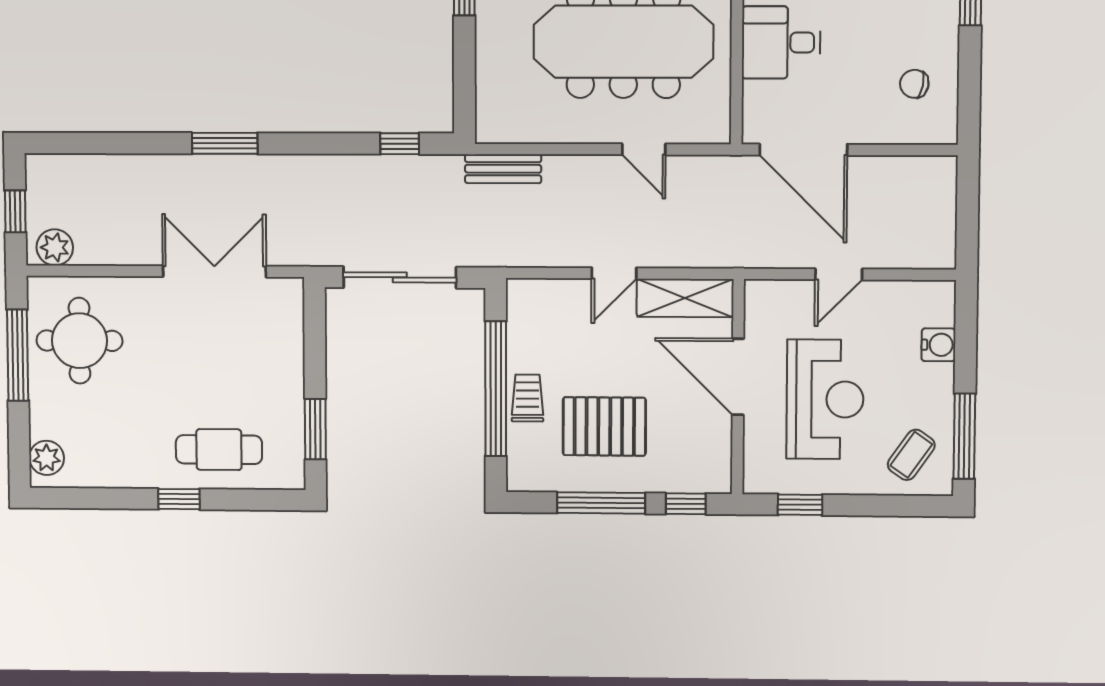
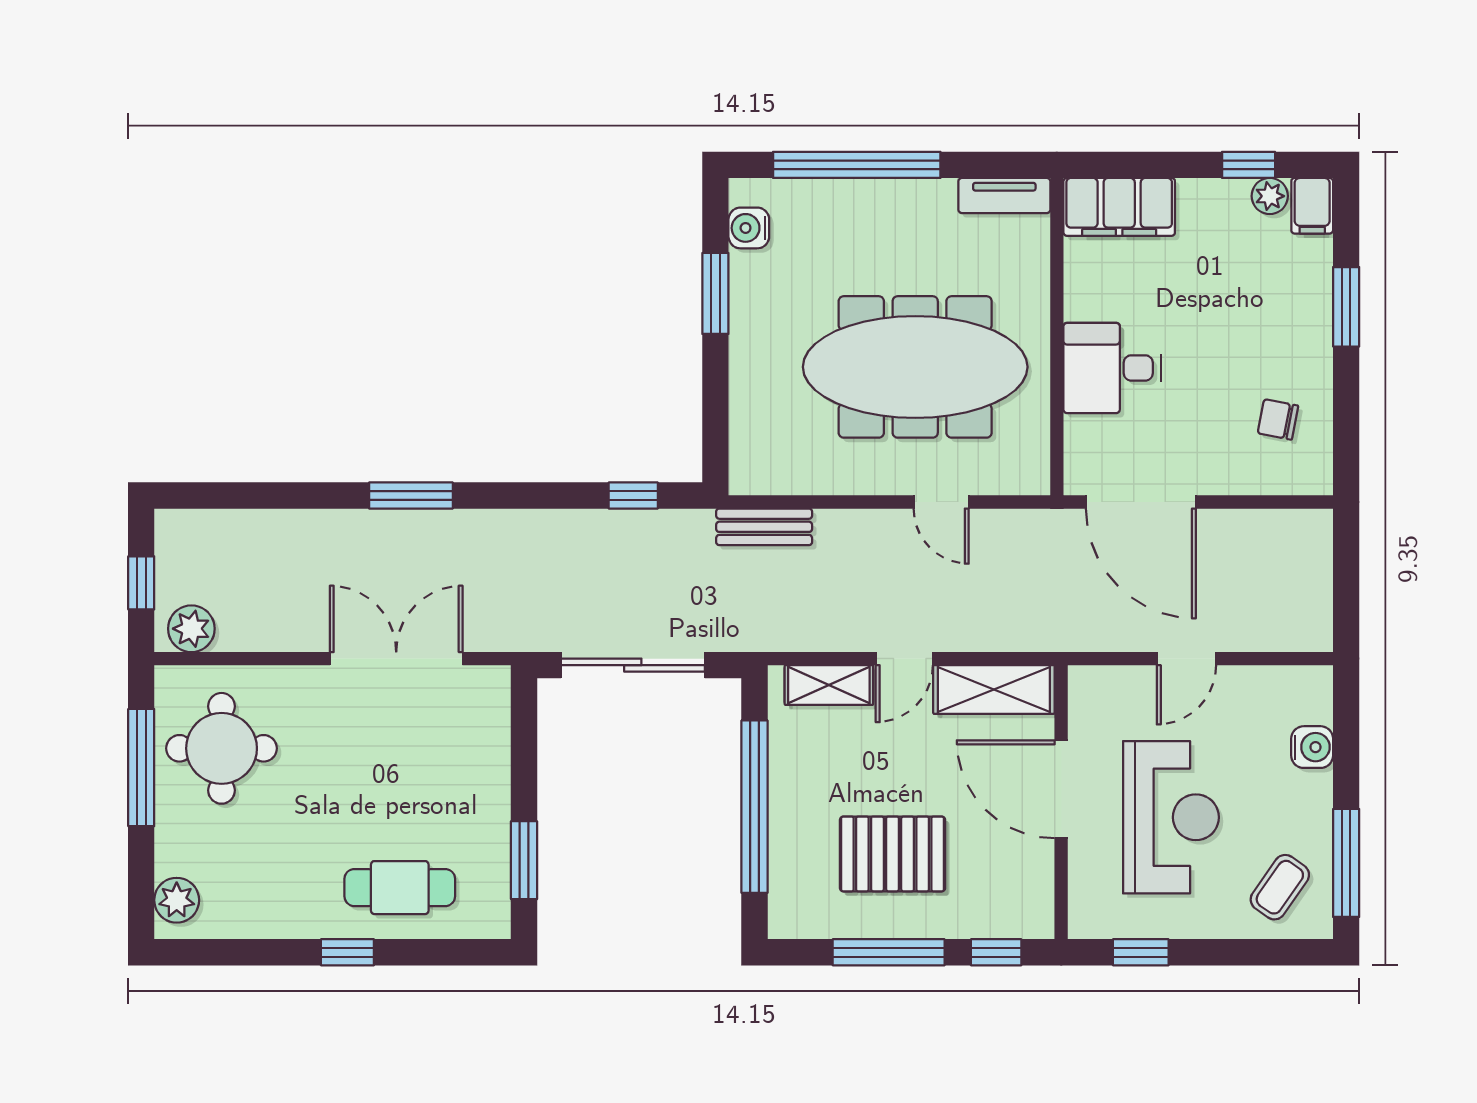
shelving: (554, 294) -> (829, 685), added
trolley: (527, 398) -> (795, 818), removed

